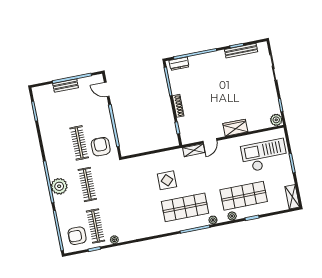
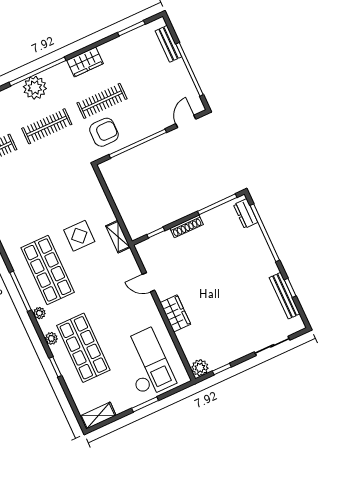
bench: (66, 86) -> (168, 44), moved
wardrobe: (50, 148) -> (85, 62), added
shelving: (194, 150) -> (118, 237), moved

